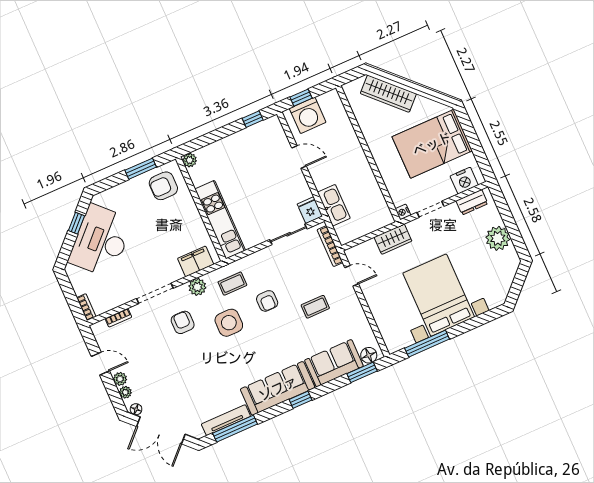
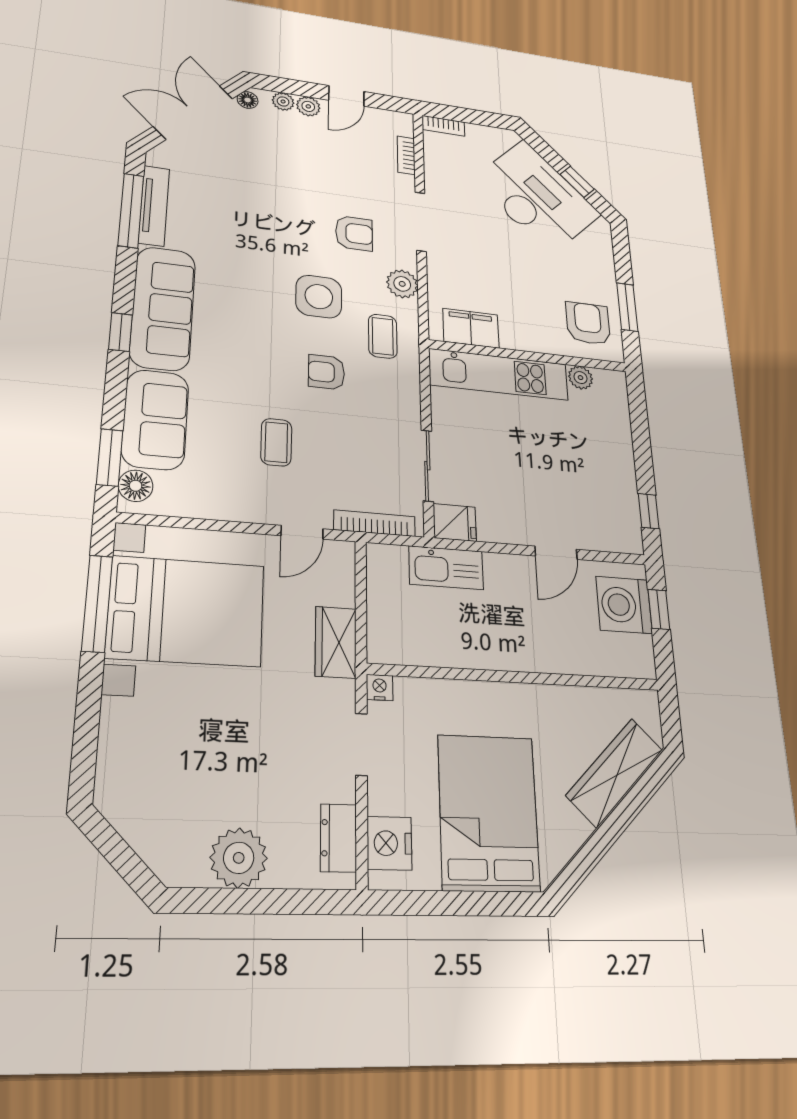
plant: (190, 160) -> (580, 378), moved
filing cabinet: (196, 261) -> (471, 328), moved, turned -90
bed with nightstands: (439, 295) -> (186, 611), moved

